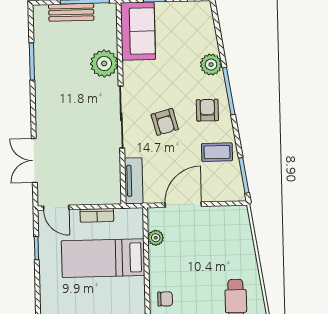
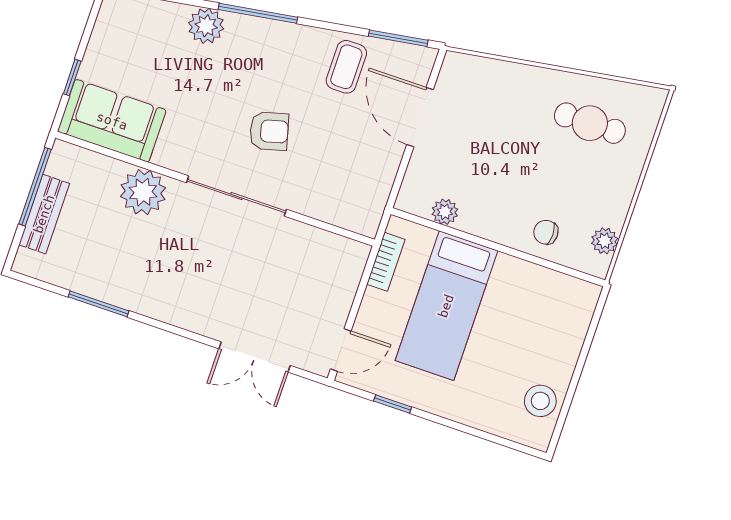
armchair: (207, 110) -> (275, 58), removed
tv unit: (134, 181) -> (343, 213), removed
door: (183, 205) -> (420, 117), moved
bookcase: (97, 215) -> (386, 262), moved
chair: (165, 299) -> (546, 232), turned -90

